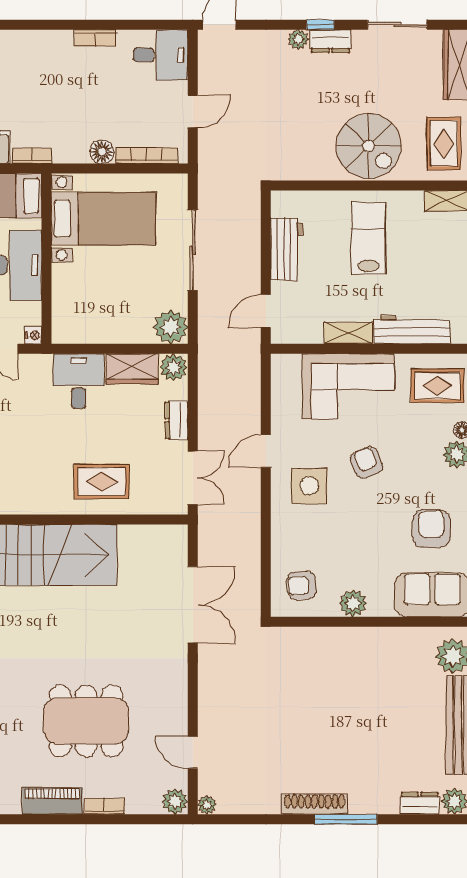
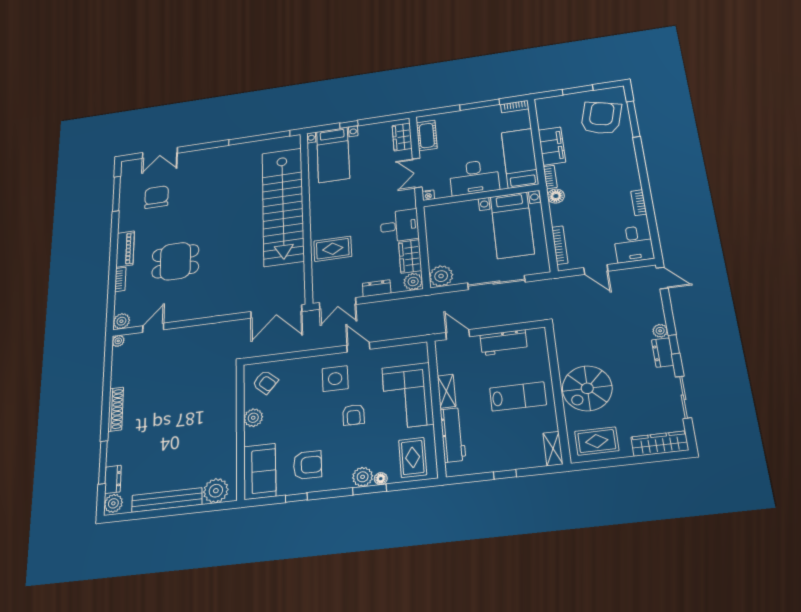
floor lamp: (102, 152) -> (556, 196), moved
armchair: (367, 463) -> (354, 415), turned 112
rug: (102, 481) -> (333, 249), turned 90
armchair: (302, 585) -> (265, 382), turned 136
double door: (193, 605) -> (276, 312), moved
dining table: (86, 721) -> (175, 261), width x0.73
window: (346, 819) -> (103, 462), moved

